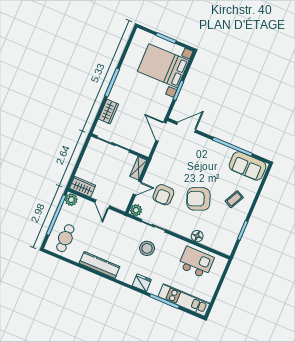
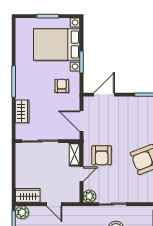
armchair: (152, 104) -> (62, 86), added
door: (161, 132) -> (81, 121), moved
armchair: (163, 195) -> (102, 155), moved

